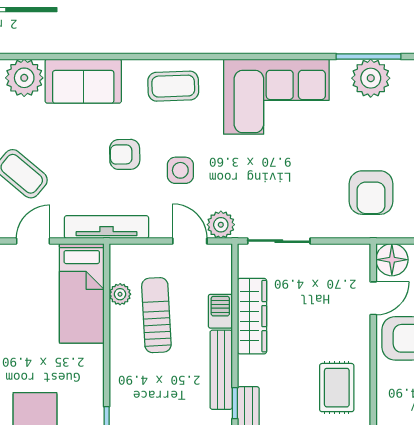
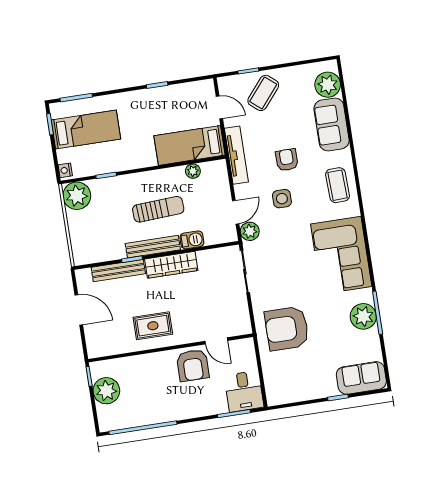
armchair: (371, 193) -> (287, 328), width x1.36, depth x1.36
floor lamp: (392, 260) -> (244, 349), removed
sun lounger: (156, 315) -> (158, 209), moved
wardrobe: (252, 316) -> (171, 265), moved

